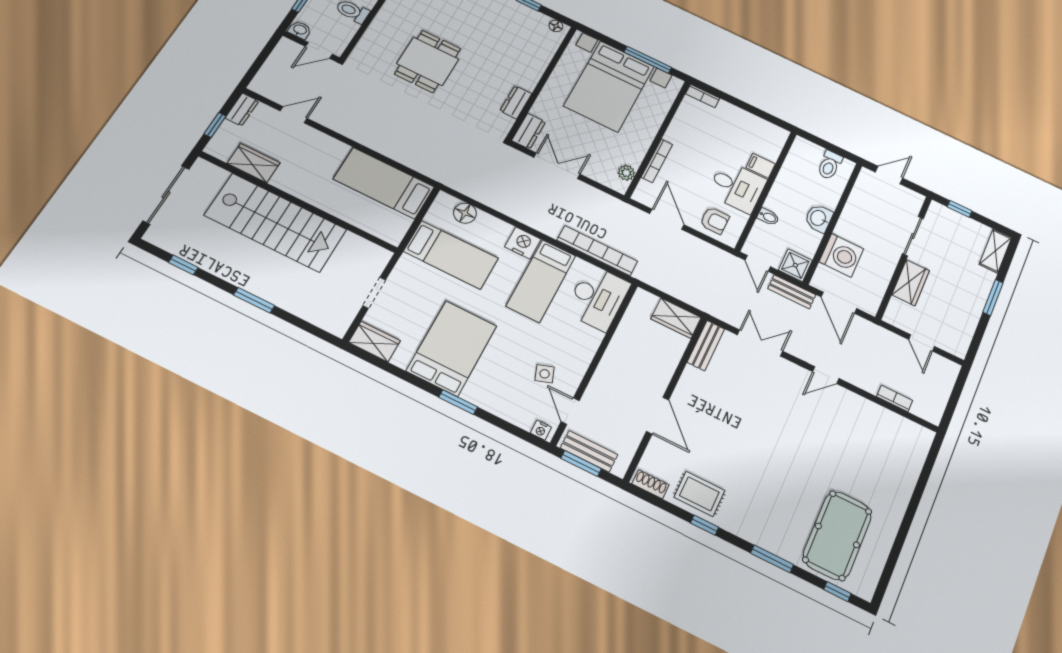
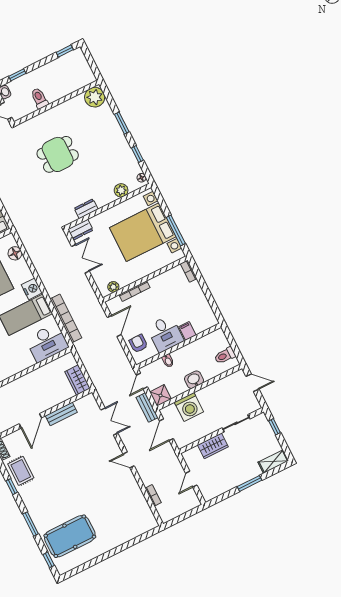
plant: (542, 55) -> (121, 190), added
armchair: (715, 220) -> (138, 344), turned 180
bench: (706, 346) -> (61, 414), moved

